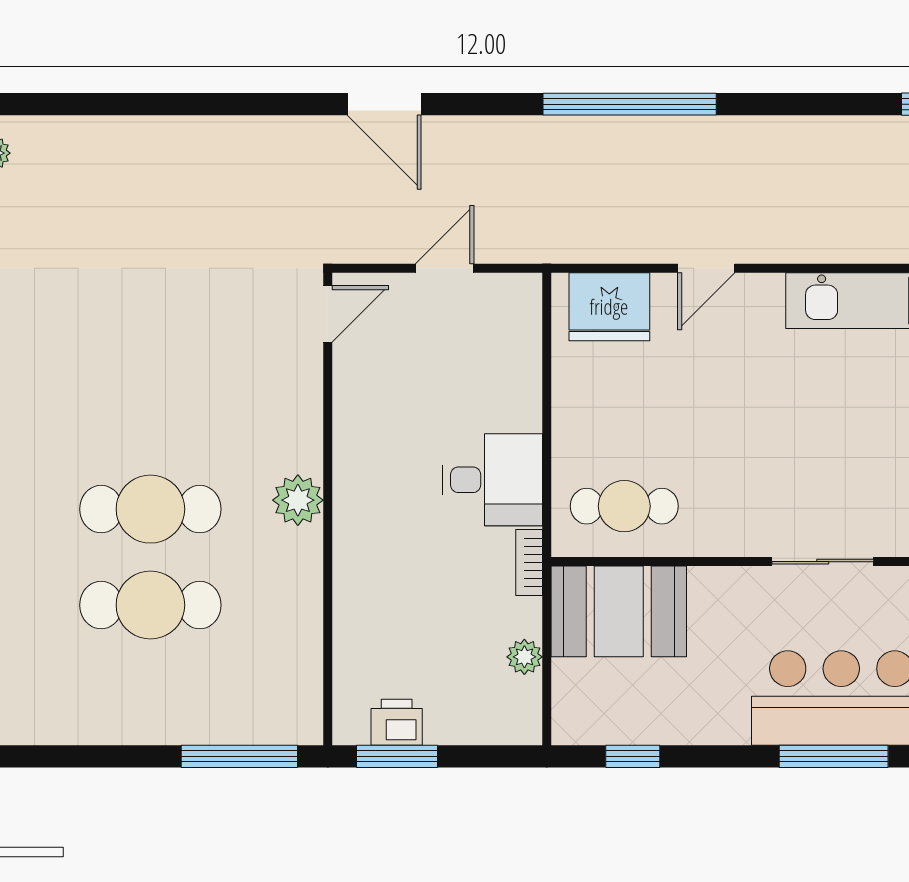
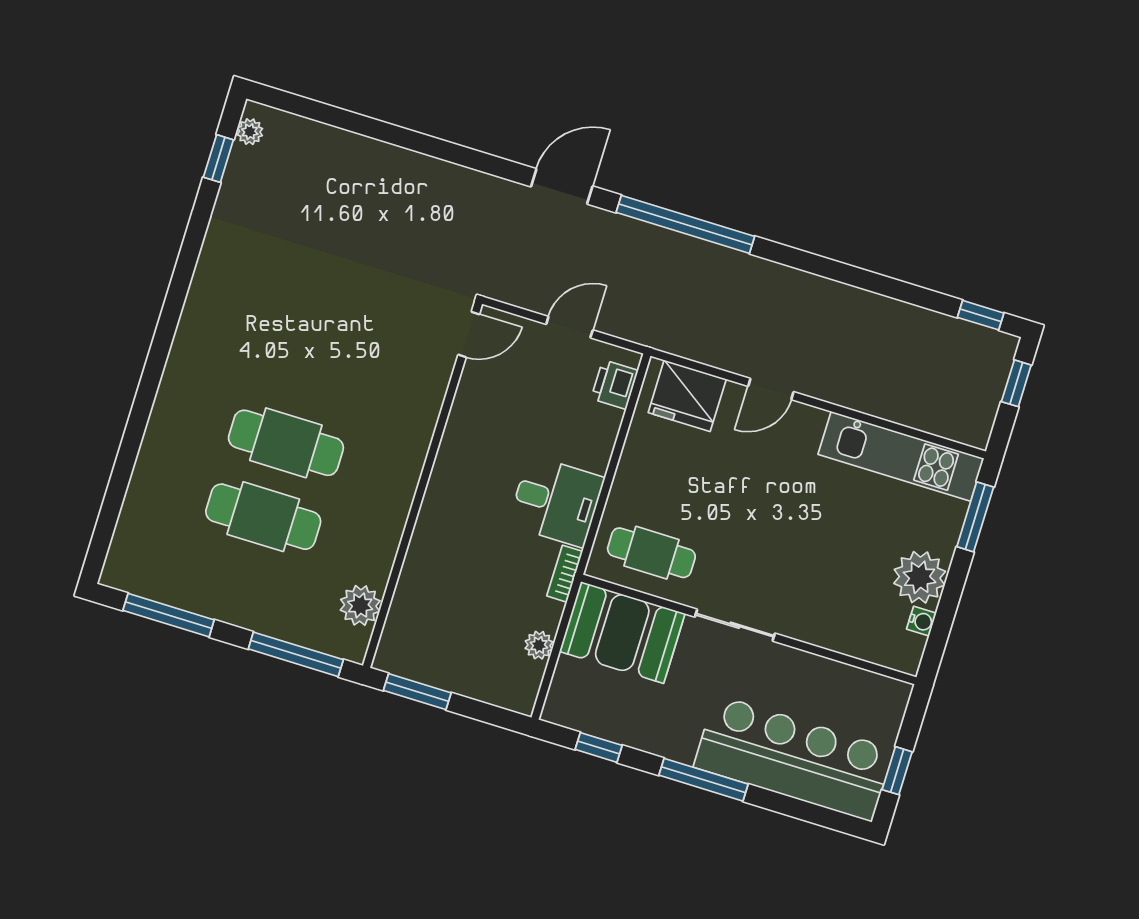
door: (384, 104) -> (562, 186), swing flipped
window: (630, 104) -> (685, 224), moved
plant: (298, 500) -> (360, 605), moved
sliding door: (823, 562) -> (735, 625), moved
printer: (397, 722) -> (615, 385), moved, turned -90
window: (74, 756) -> (169, 615), added
window: (834, 756) -> (704, 780), moved

